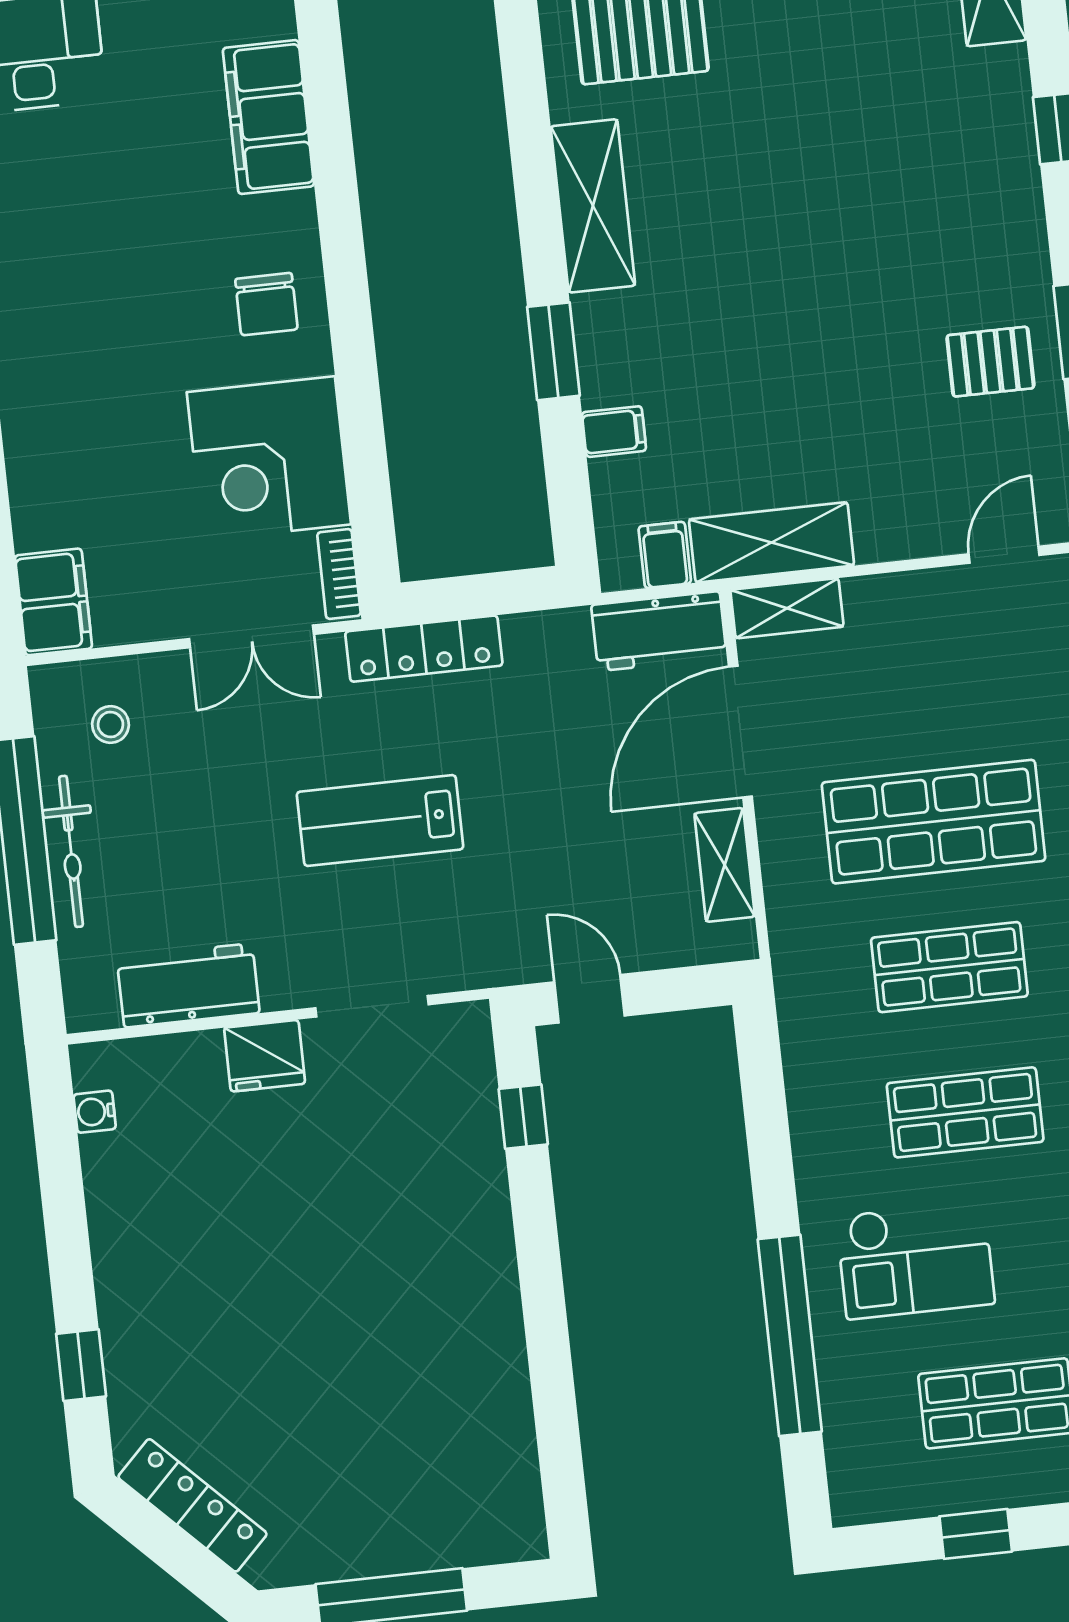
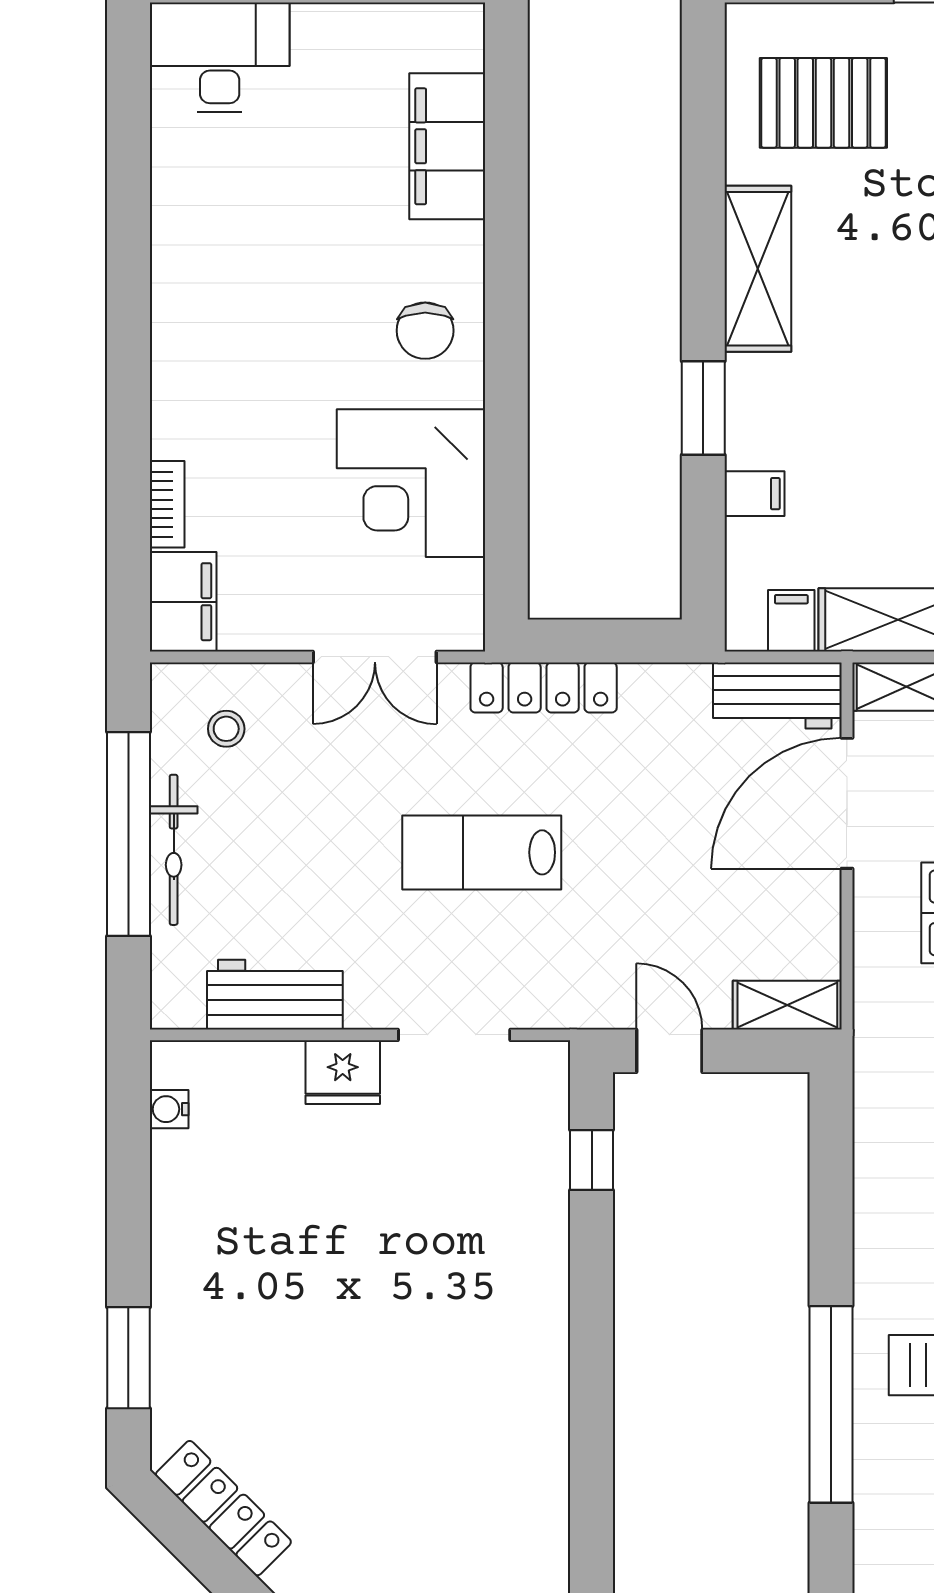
bookcase: (339, 574) -> (167, 504), moved, turned 180
shelving: (725, 865) -> (787, 1005), moved, turned 90
window: (81, 1365) -> (128, 1358), width x1.50

